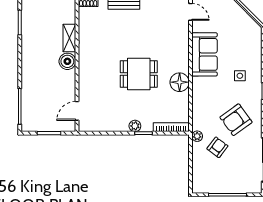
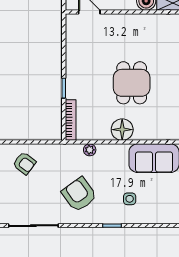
plant: (135, 126) -> (72, 78), removed
plant: (197, 136) -> (90, 150), moved
armchair: (217, 147) -> (24, 163), moved

